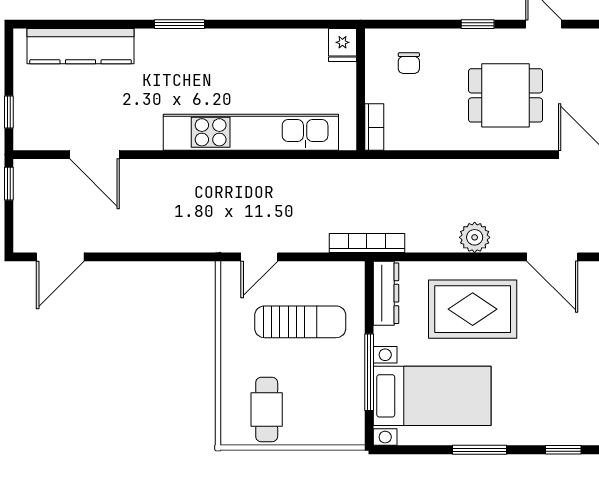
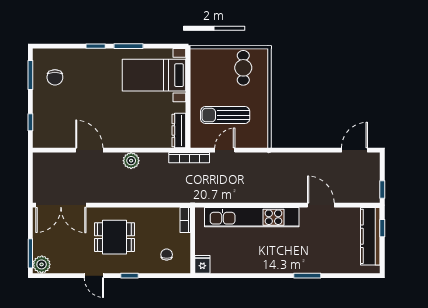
window: (179, 24) -> (307, 276), moved
kitchen counter: (81, 46) -> (370, 236), moved, turned -90
door: (95, 155) -> (321, 205), moved
door: (259, 257) -> (225, 150), moved
rug: (473, 309) -> (132, 122), removed
window: (369, 372) -> (188, 88), removed
window: (563, 450) -> (96, 46), moved

